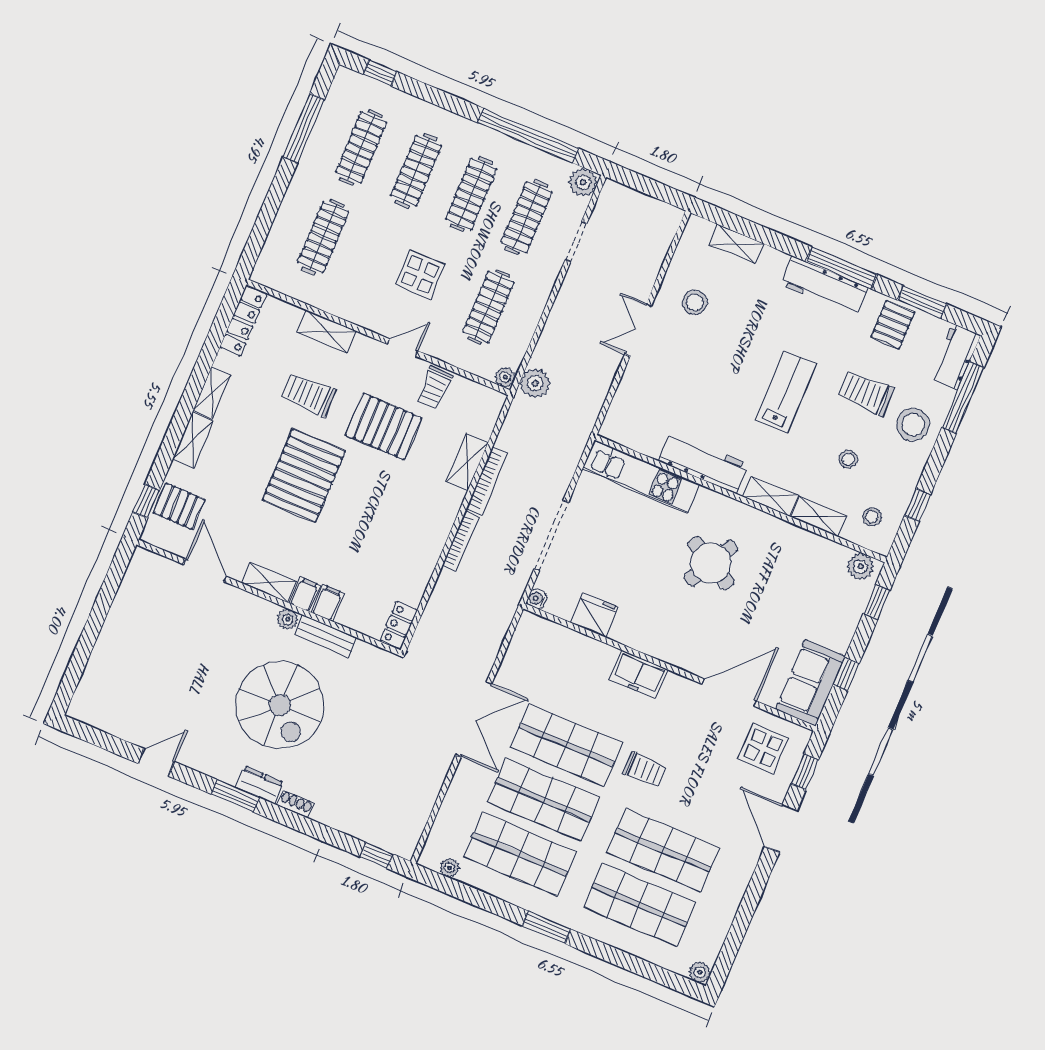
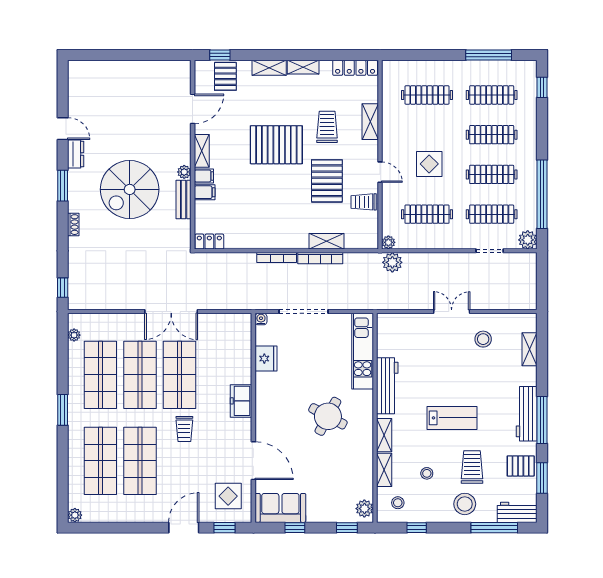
dresser: (260, 785) -> (76, 154), moved

